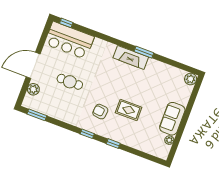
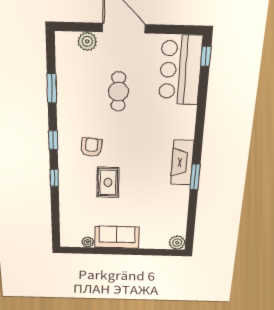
window: (37, 115) -> (52, 88), moved

